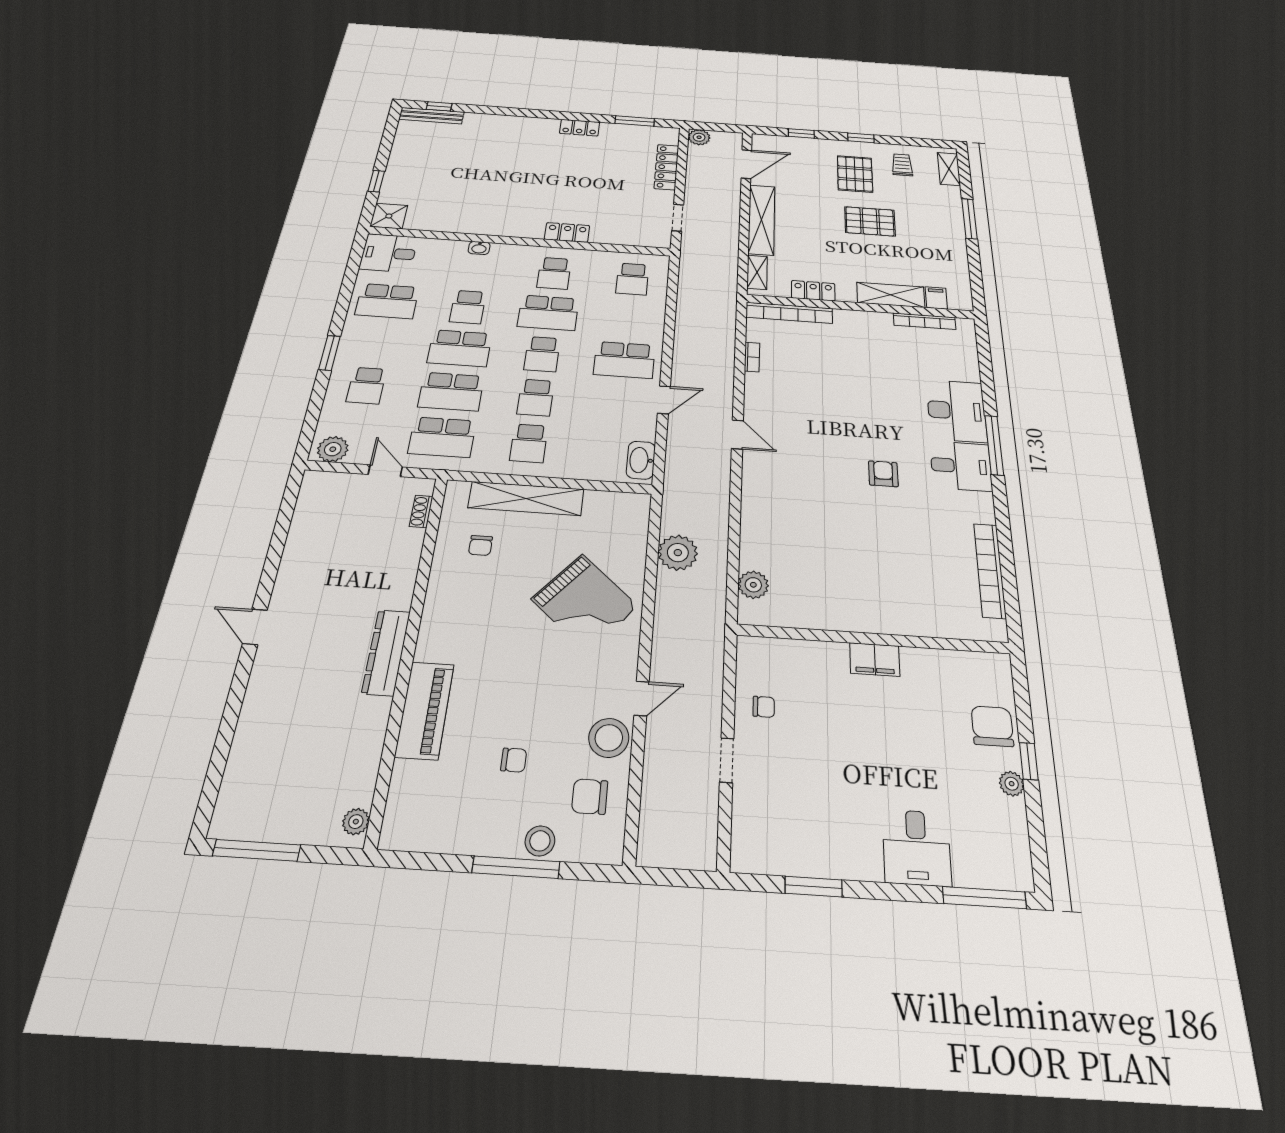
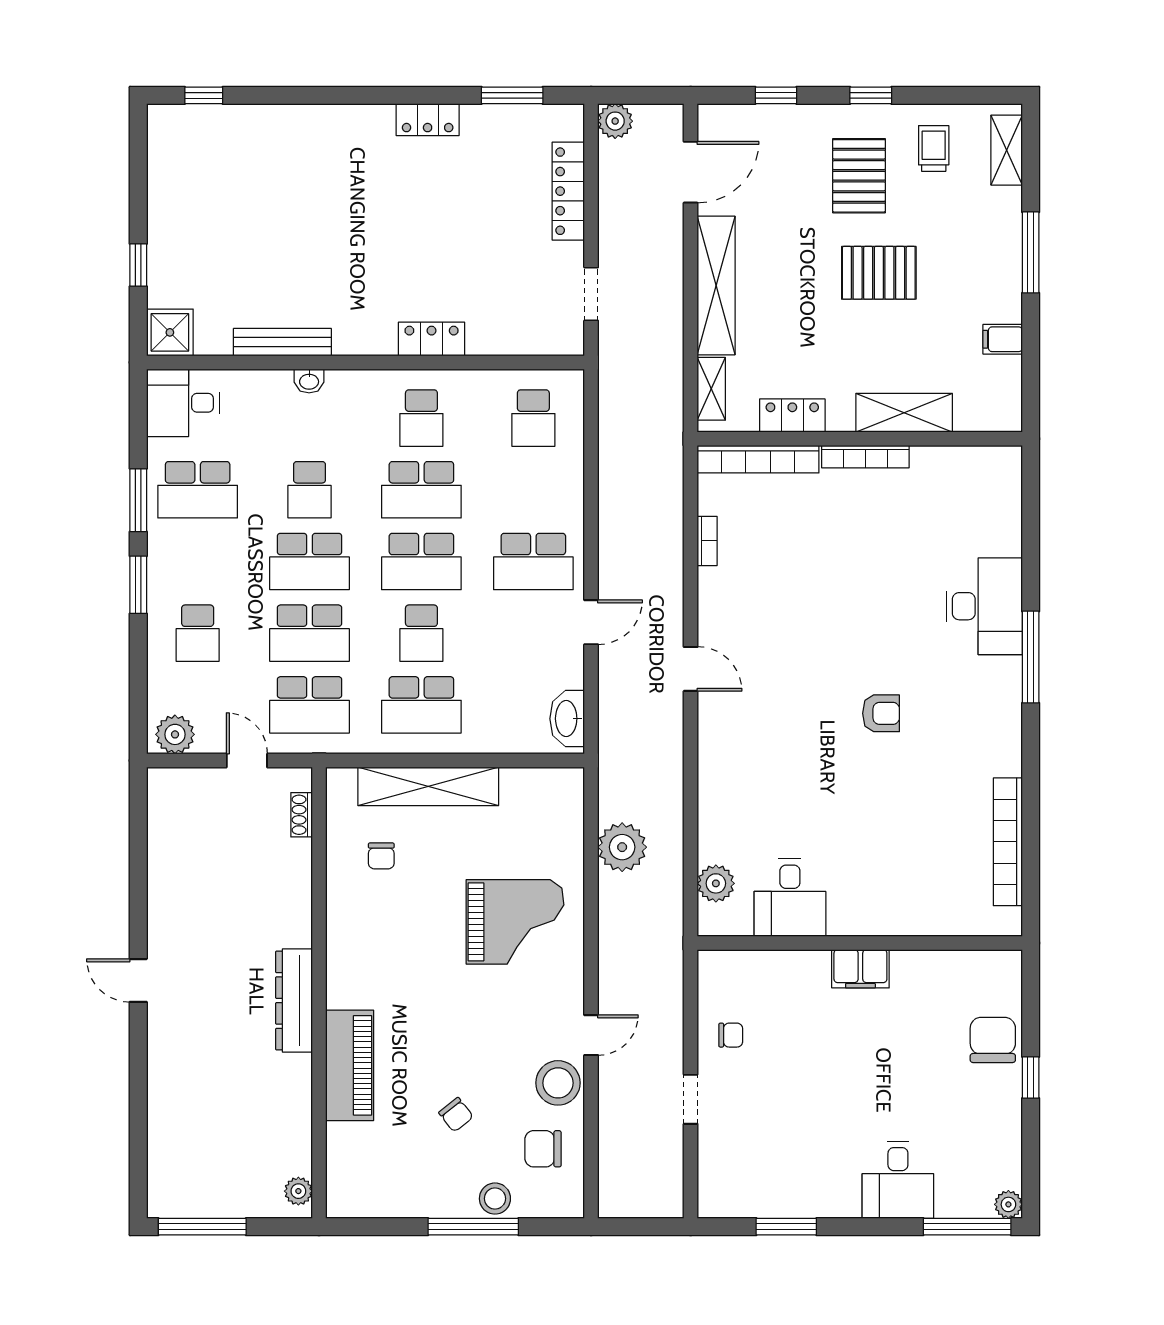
bench: (431, 116) -> (282, 342), moved
filing cabinet: (936, 298) -> (1003, 339), moved, turned -90
window: (343, 304) -> (138, 500), added
bookcase: (925, 321) -> (865, 457), moved
school desk: (542, 354) -> (421, 561), width x1.85
school desk: (529, 443) -> (421, 705), width x1.85
desk: (961, 466) -> (790, 898), moved, turned 90
armchair: (883, 474) -> (881, 713), turned 90
grand piano: (585, 603) -> (515, 922), turned -41
chair: (514, 760) -> (456, 1115), turned 52
plant: (1012, 784) -> (1008, 1204), moved

